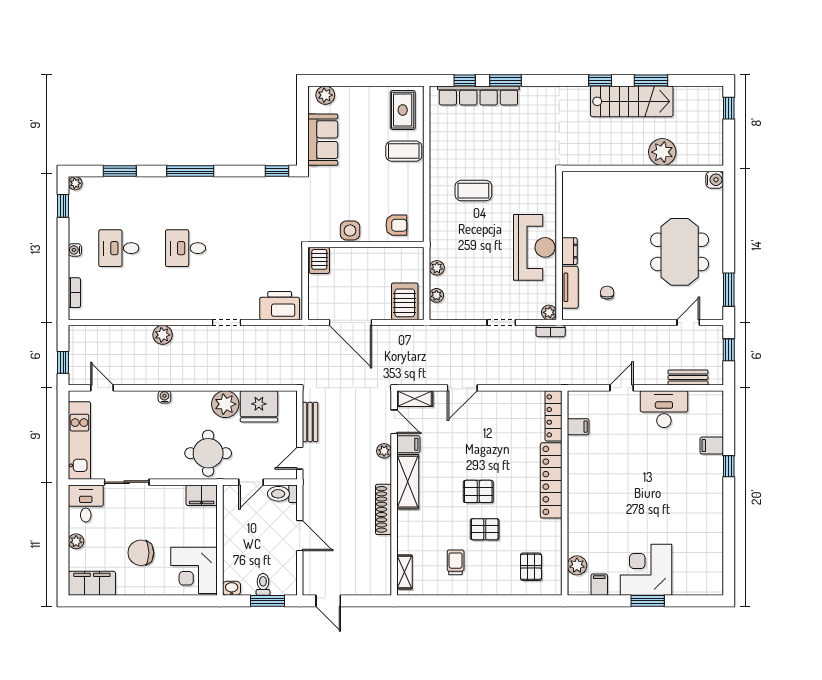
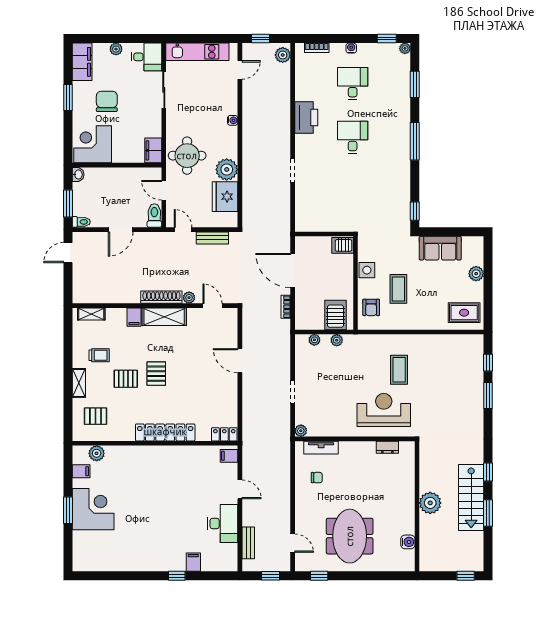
plant: (325, 95) -> (476, 274), moved
row of seats: (478, 95) -> (476, 374), removed
coffee table: (404, 151) -> (398, 289), moved
plant: (662, 152) -> (430, 503), moved
water cooler: (715, 180) -> (408, 542), moved, turned -90
reception desk: (534, 247) -> (384, 410), moved, turned 180
dresser: (569, 251) -> (387, 447), moved
meeting table: (680, 252) -> (350, 536), turned 90
window: (729, 290) -> (319, 576), width x0.67
server rack: (405, 301) -> (335, 315), moved, turned -90
printer: (280, 306) -> (306, 118), moved
door: (350, 323) -> (293, 270), hinge flipped
bookcase: (551, 331) -> (286, 307), moved
plant: (163, 335) -> (283, 55), moved
shelving: (415, 399) -> (79, 383), moved
locker: (553, 416) -> (224, 434), width x0.66
door: (394, 422) -> (212, 306), swing flipped
filing cabinet: (578, 427) -> (229, 456), moved, turned 90
filing cabinet: (408, 444) -> (134, 317), moved
shoe rack: (384, 509) -> (161, 297), moved
pallet: (485, 529) -> (126, 379), turned 90
toilet: (263, 584) -> (81, 222), moved
window: (136, 601) -> (68, 97), added

